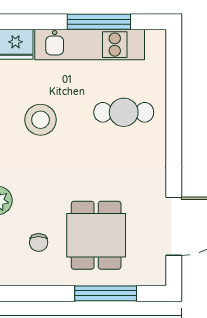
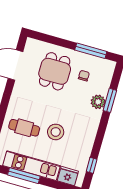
stool: (41, 120) -> (56, 132), moved
window: (106, 293) -> (91, 51), moved

